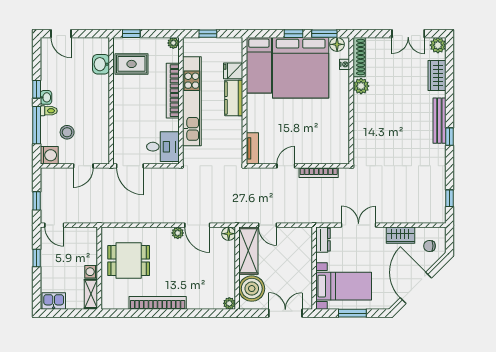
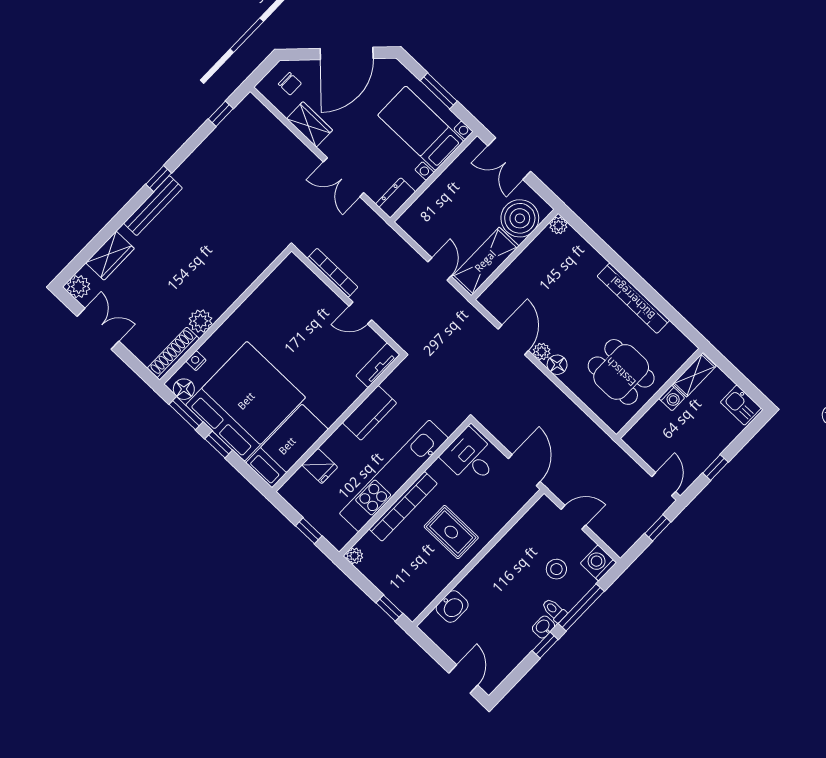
rug: (132, 64) -> (451, 532), moved
kitchen counter: (234, 98) -> (370, 413), moved
floor lamp: (229, 234) -> (557, 365), moved

